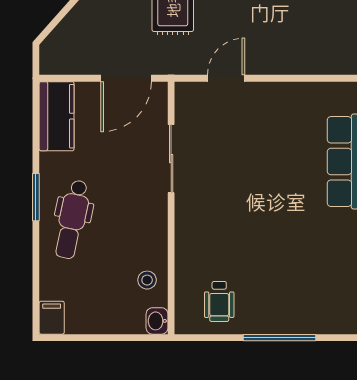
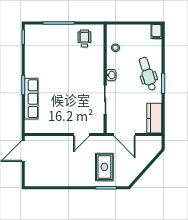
door: (126, 78) -> (124, 134), swing flipped
dental chair: (72, 219) -> (148, 74), turned -30
washbasin: (157, 321) -> (111, 75), moved

